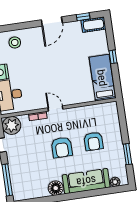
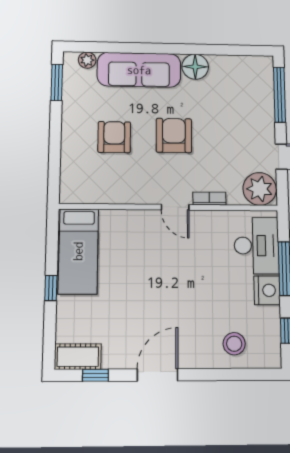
window: (127, 154) -> (57, 82), moved

